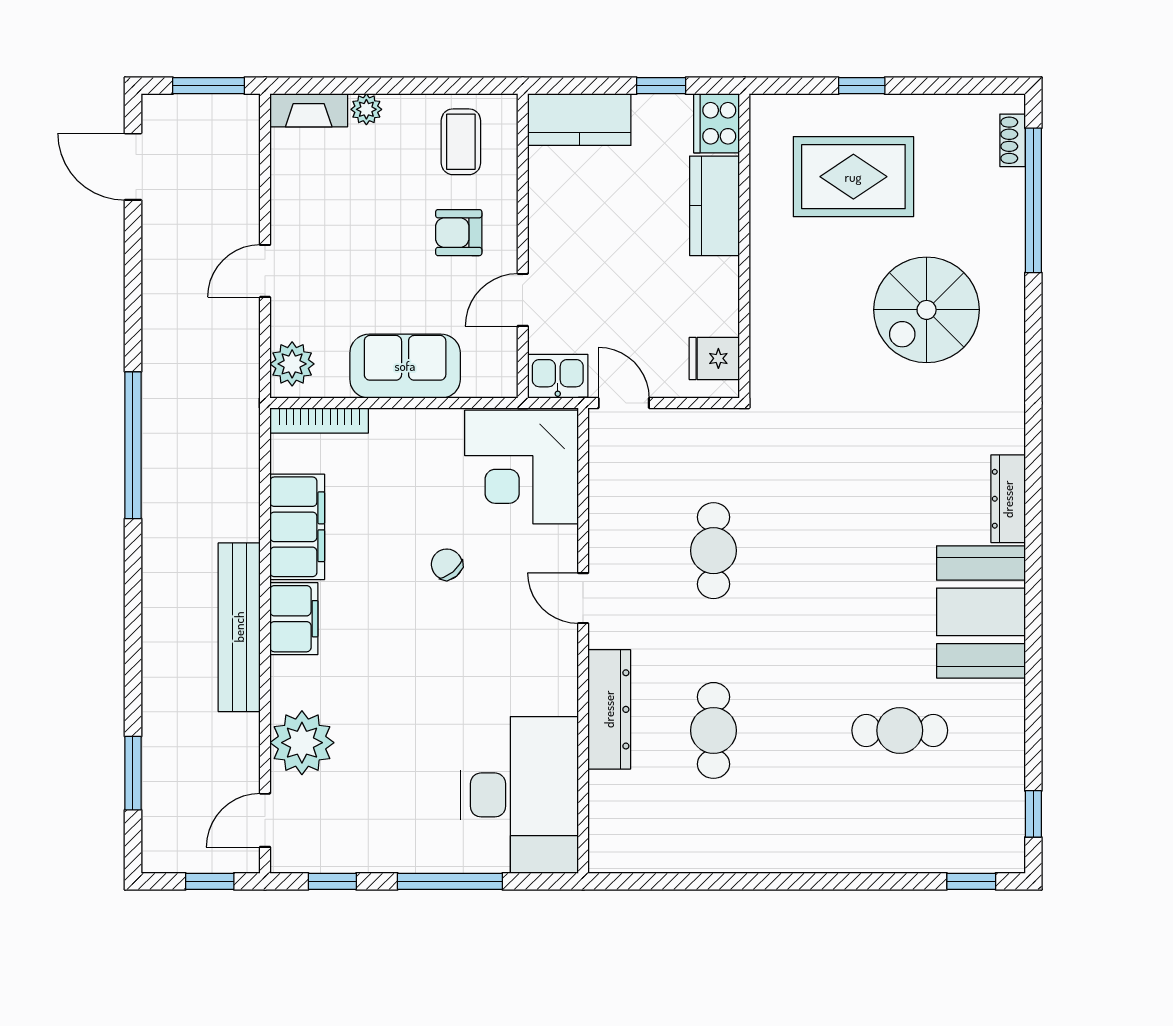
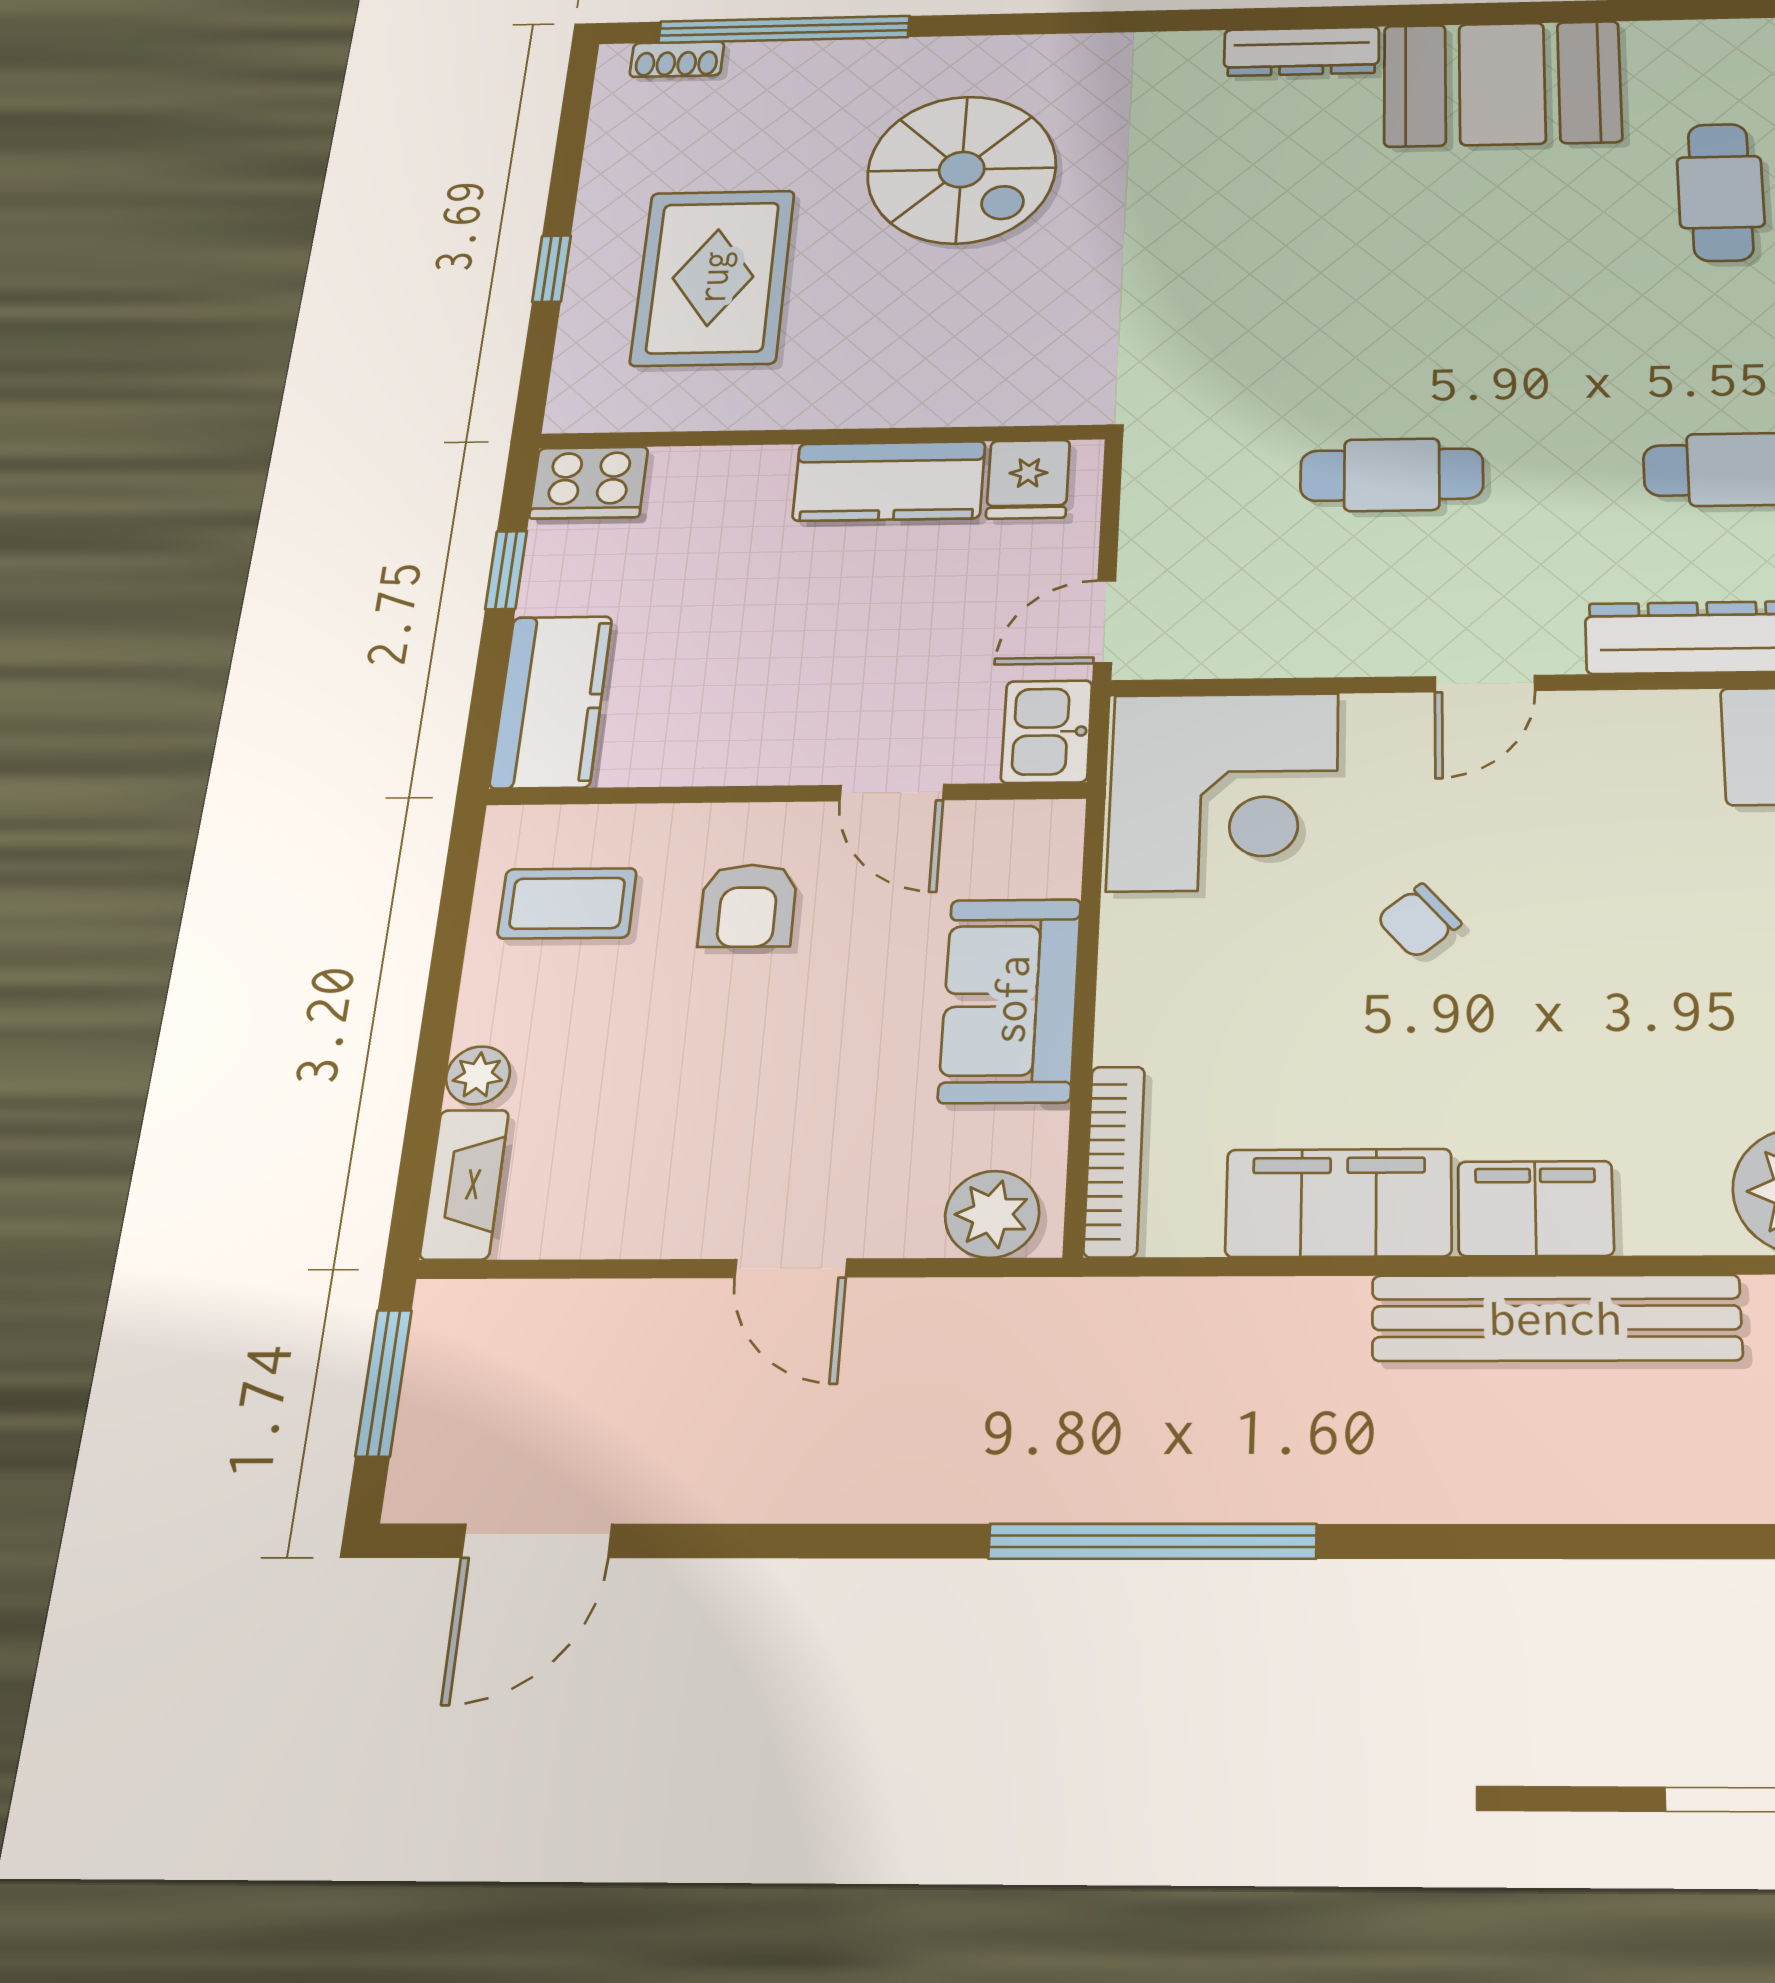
kitchen counter: (714, 206) -> (889, 481), moved

